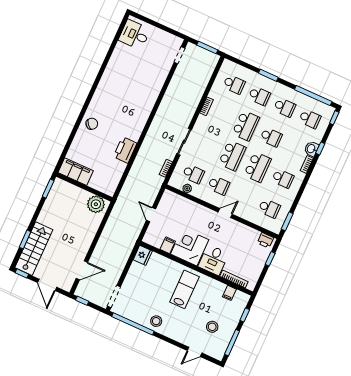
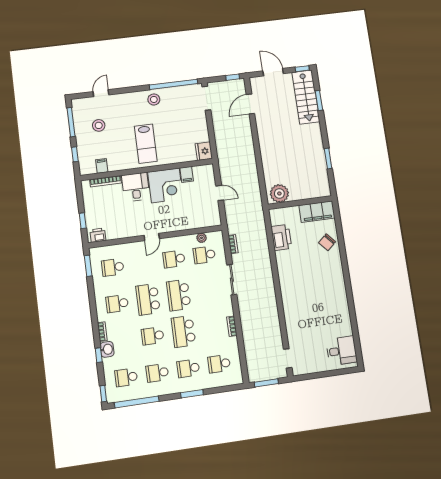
filing cabinet: (76, 172) -> (317, 212), moved
wall: (84, 187) -> (300, 203), moved
plant: (96, 204) -> (279, 193), moved

